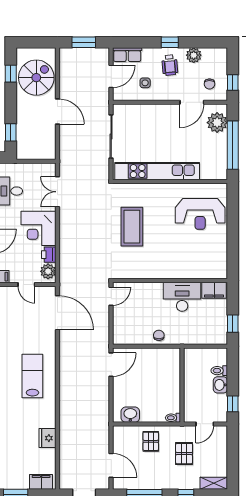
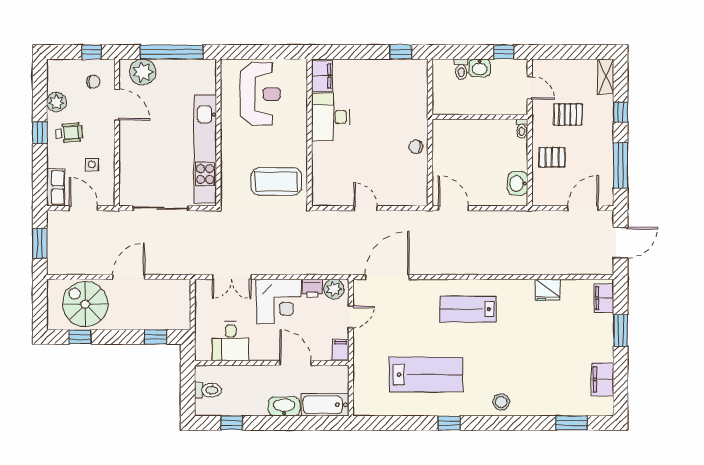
wall: (170, 281) -> (310, 133), moved
filing cabinet: (214, 290) -> (322, 76), moved
desk: (182, 297) -> (330, 117), moved

